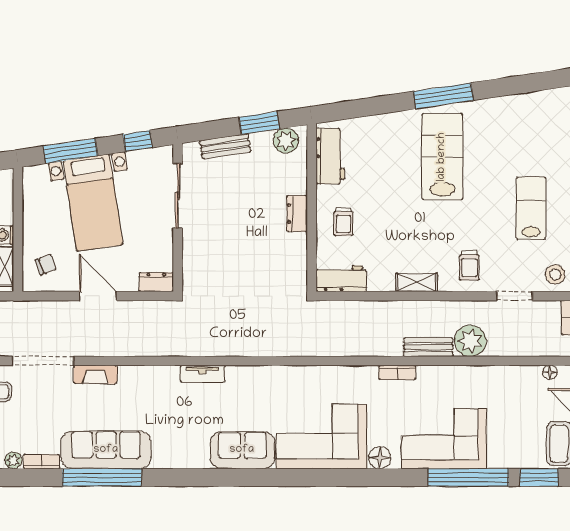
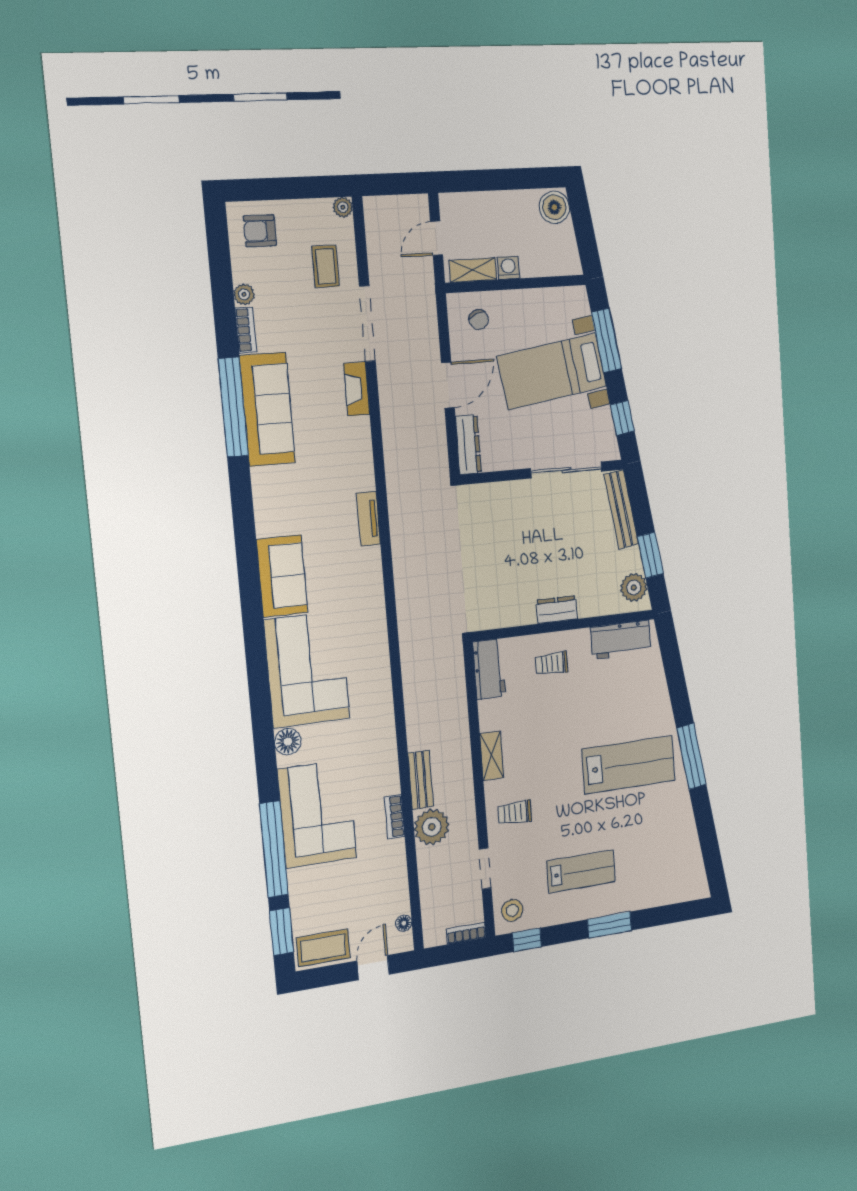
bench: (225, 146) -> (621, 509), width x1.36
dresser: (156, 282) -> (468, 445), width x1.44
bookcase: (397, 372) -> (395, 817), moved

